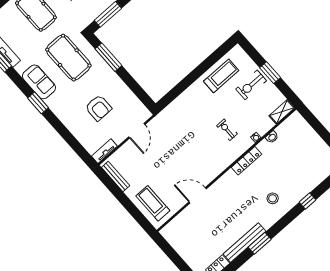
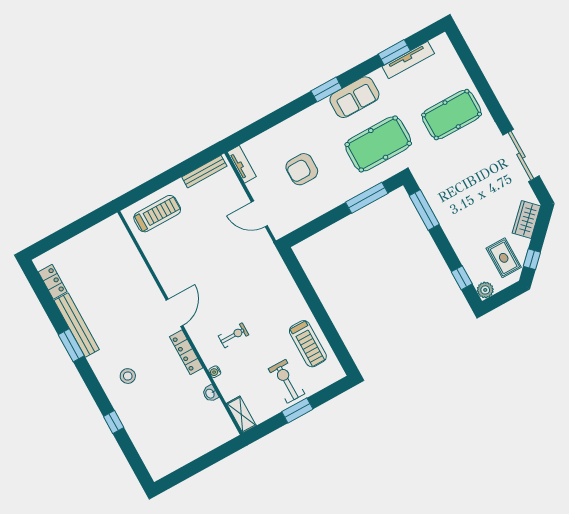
door: (198, 195) -> (175, 313), moved

